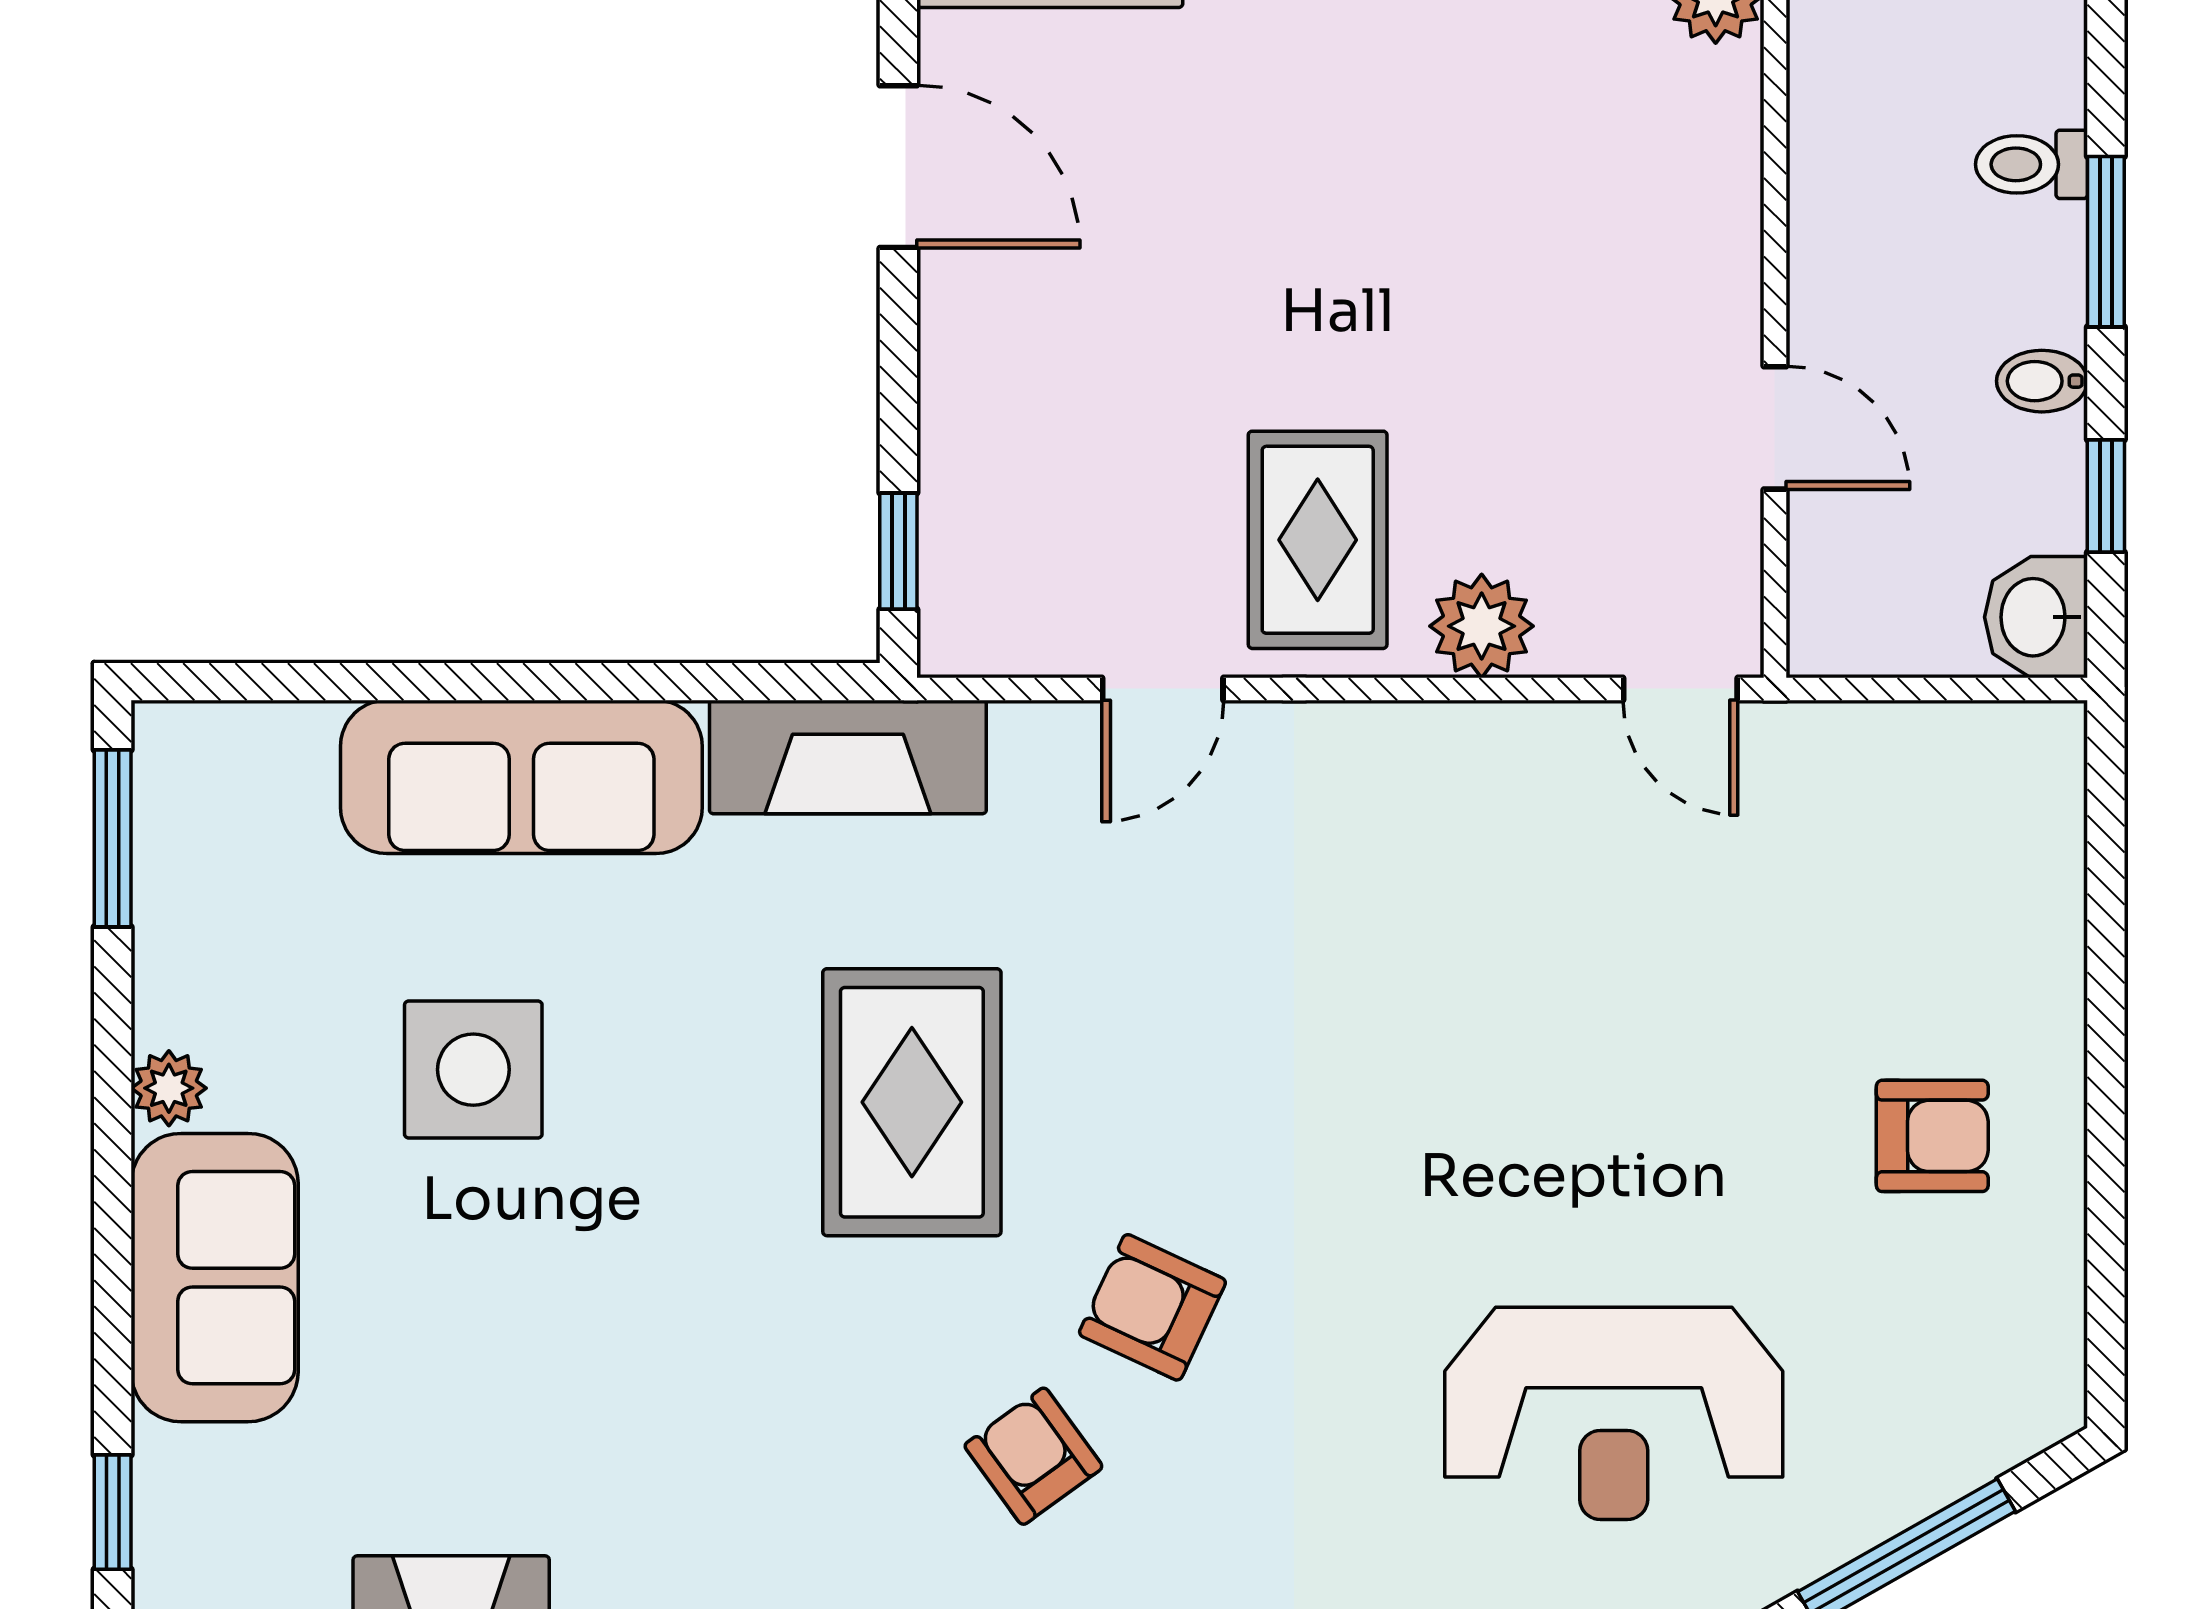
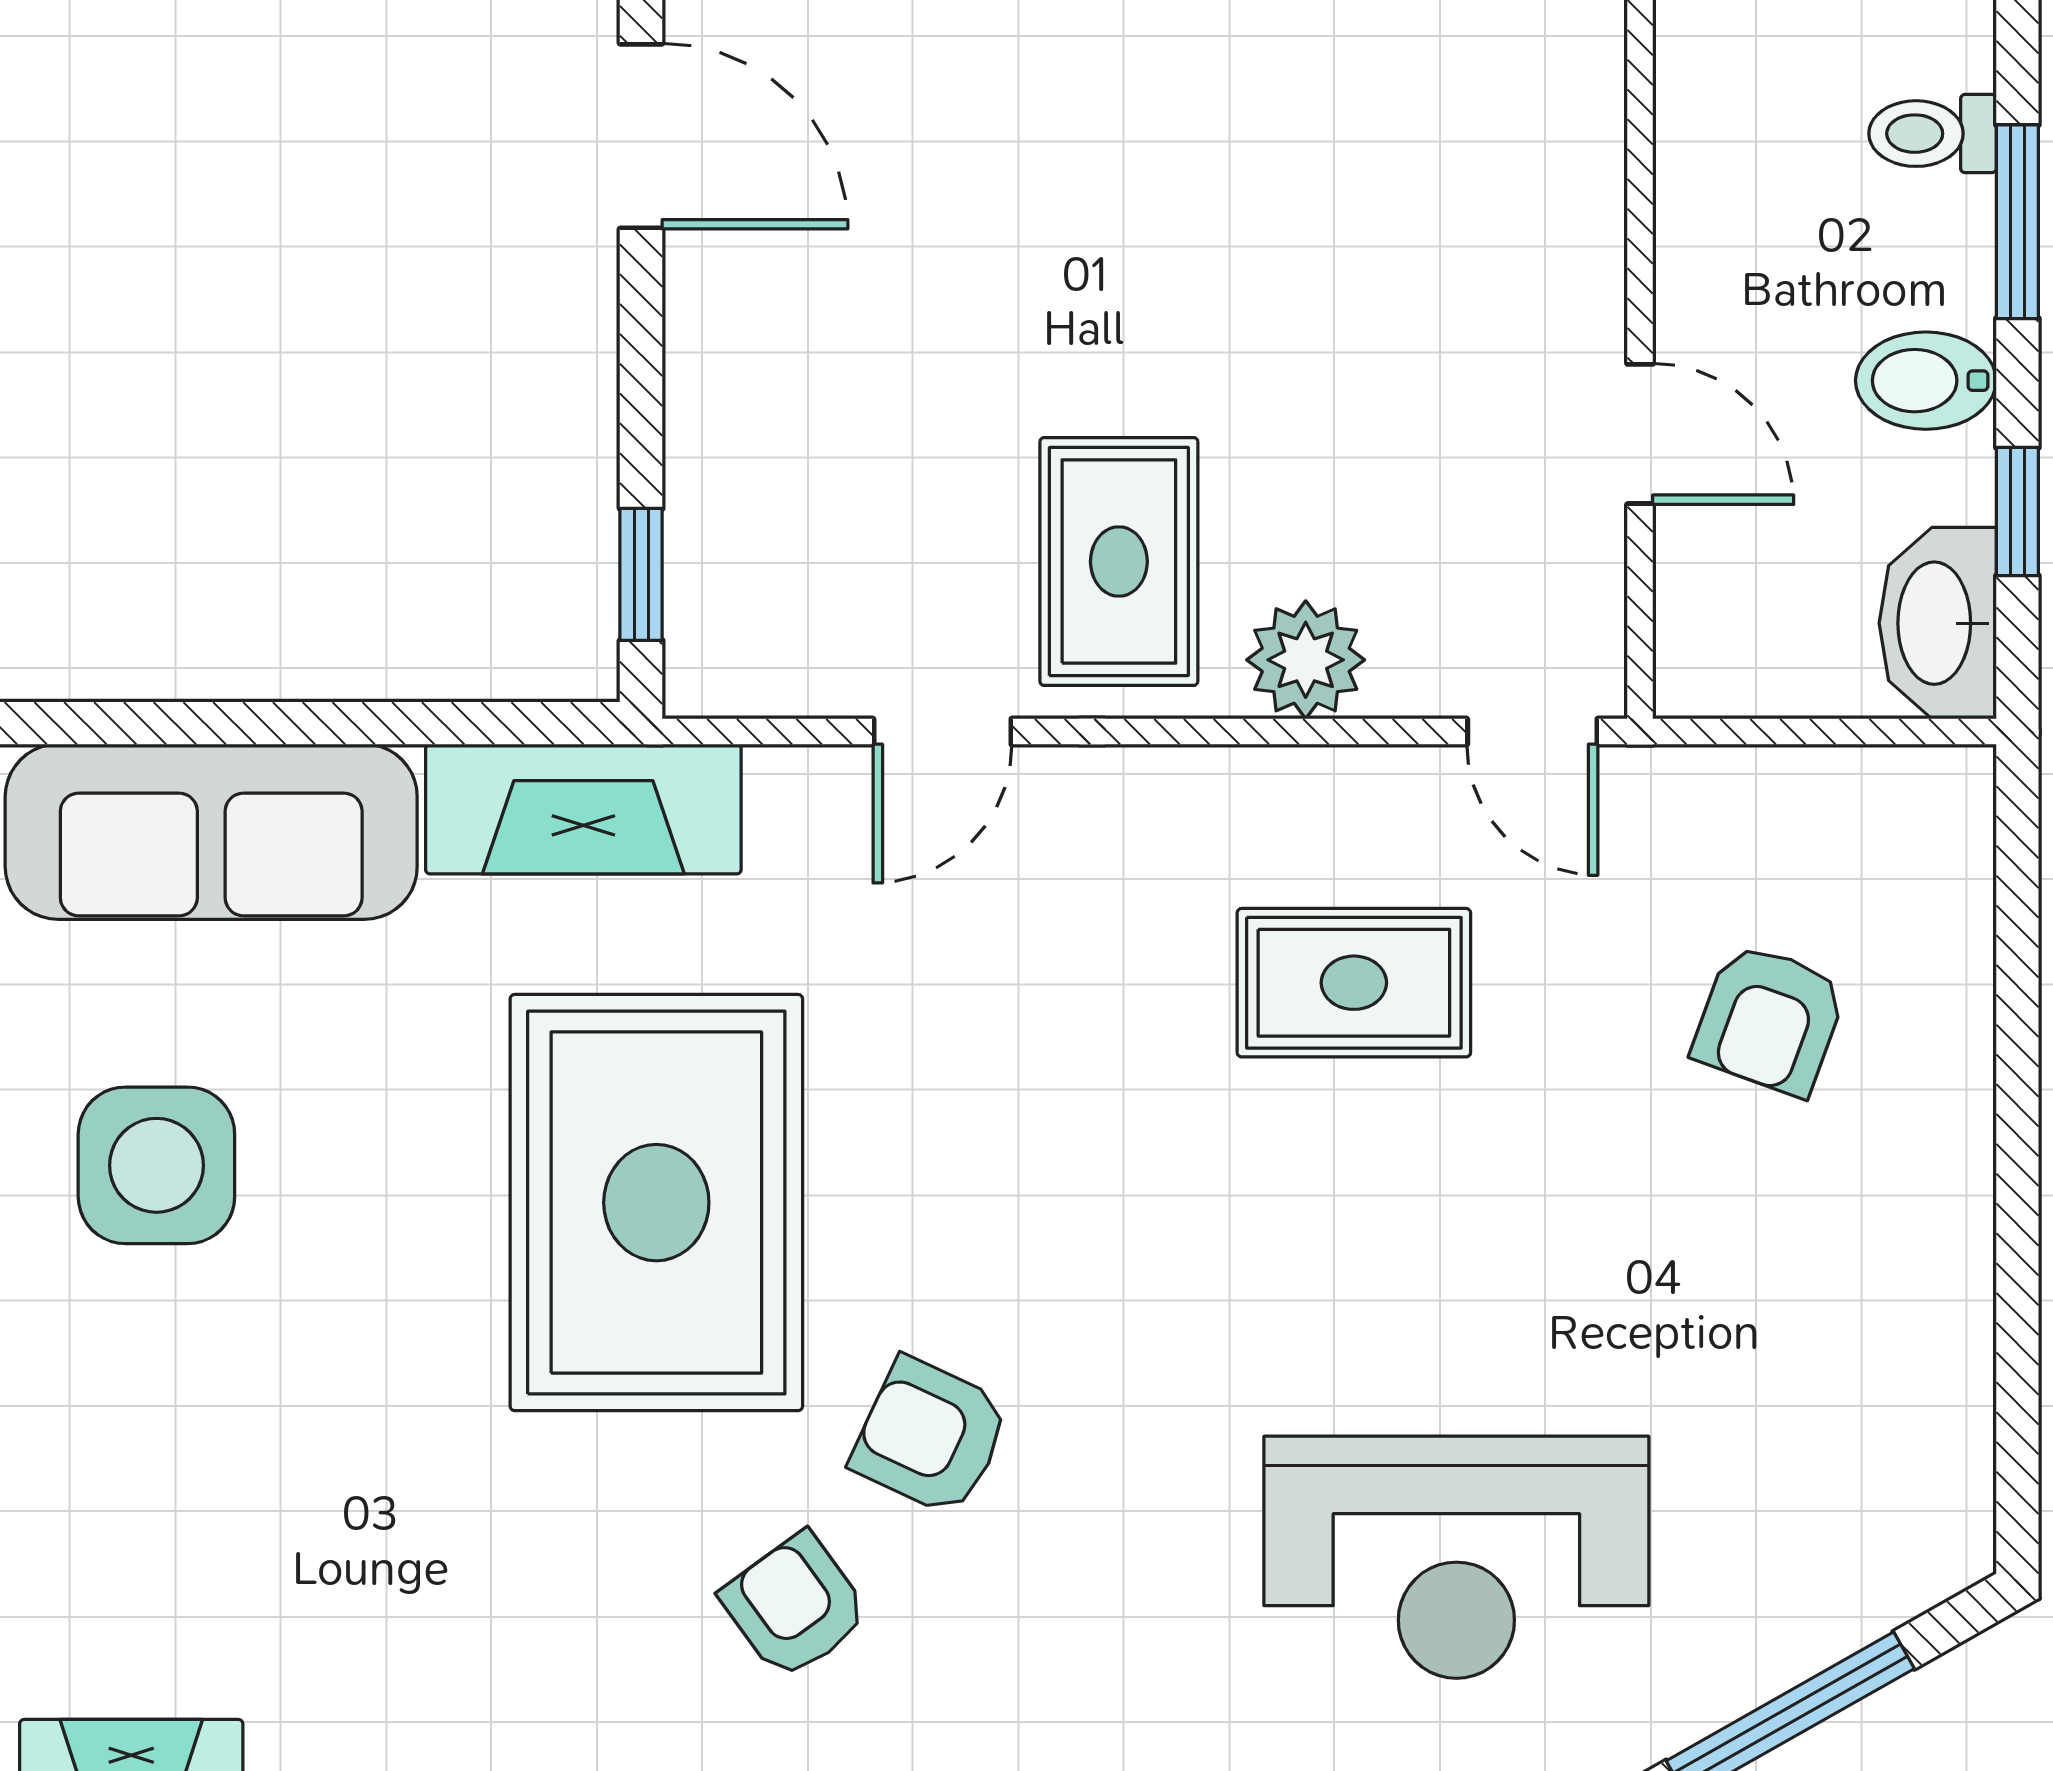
bidet: (2042, 381) -> (1926, 381), width x1.38, depth x1.36
washbasin: (2036, 617) -> (1938, 623), width x1.38
rug: (1524, 909) -> (1354, 983), added
rug: (912, 1102) -> (656, 1203), width x1.37, depth x1.44
armchair: (1932, 1136) -> (1769, 1019), moved, turned 110

